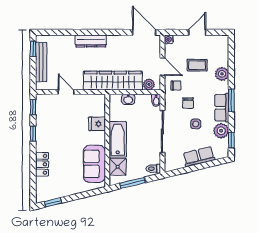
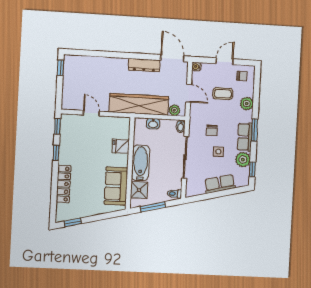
dresser: (91, 41) -> (144, 65), moved
bench: (41, 62) -> (68, 82), removed
chair: (176, 86) -> (242, 76), moved
locker: (42, 164) -> (64, 184), width x1.53

